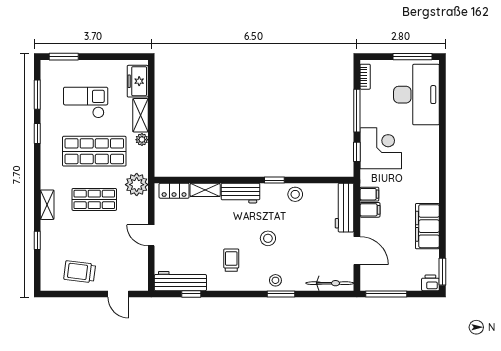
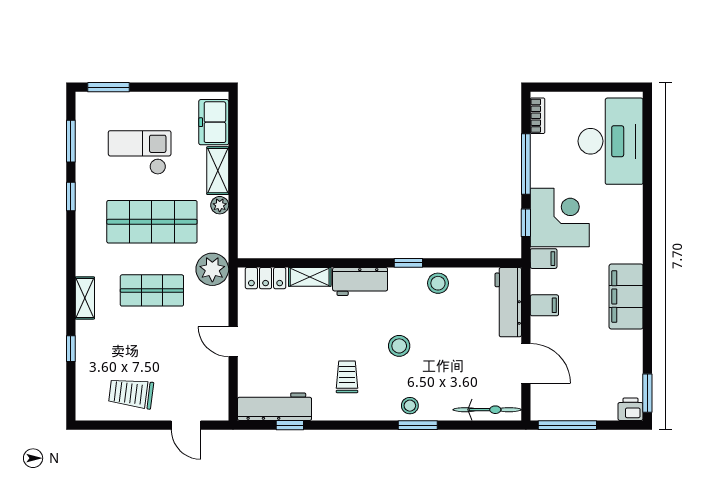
window: (413, 57) -> (605, 87), removed
filing cabinet: (369, 194) -> (544, 259), moved
filing cabinet: (427, 226) -> (626, 296), moved

